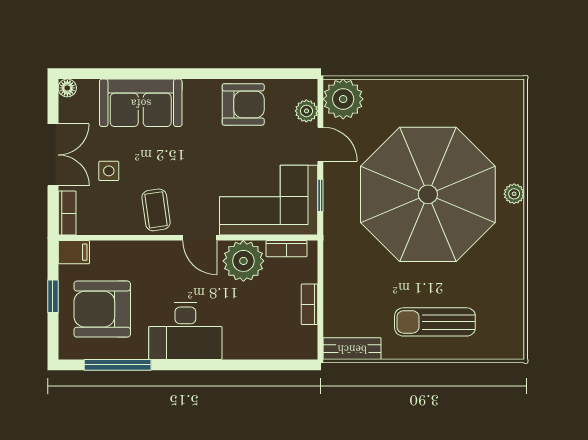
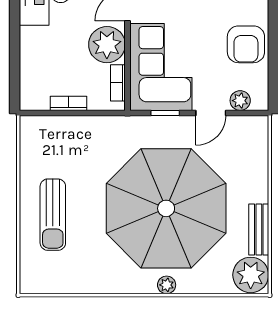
plant: (343, 99) -> (251, 275), moved
sun lounger: (435, 322) -> (53, 215), turned 180
bench: (352, 349) -> (259, 230), moved

